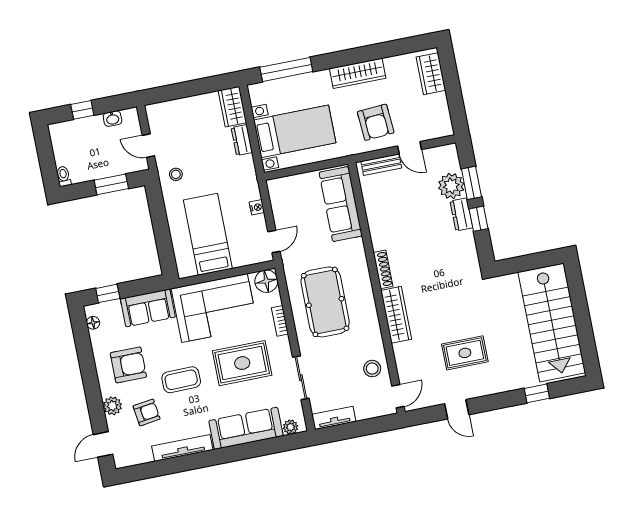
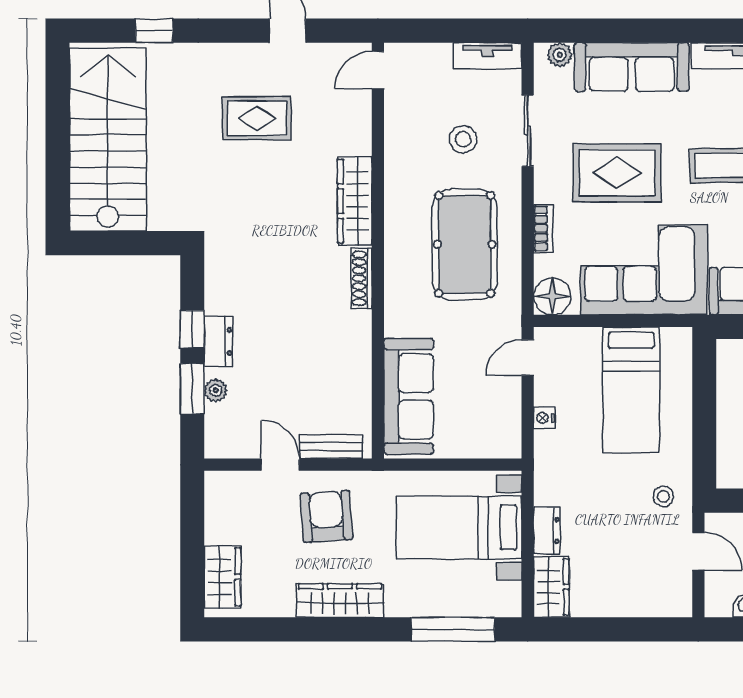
plant: (451, 186) -> (216, 390), width x0.53, depth x0.53
stool: (372, 369) -> (463, 139), moved

